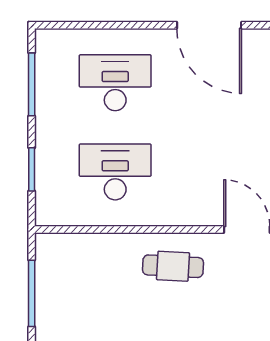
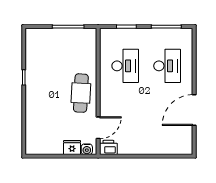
cafe table: (173, 266) -> (81, 93), width x1.37, depth x1.35

